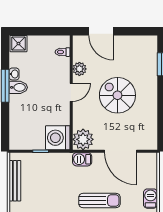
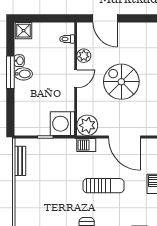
bench: (15, 181) -> (20, 161), width x0.73

